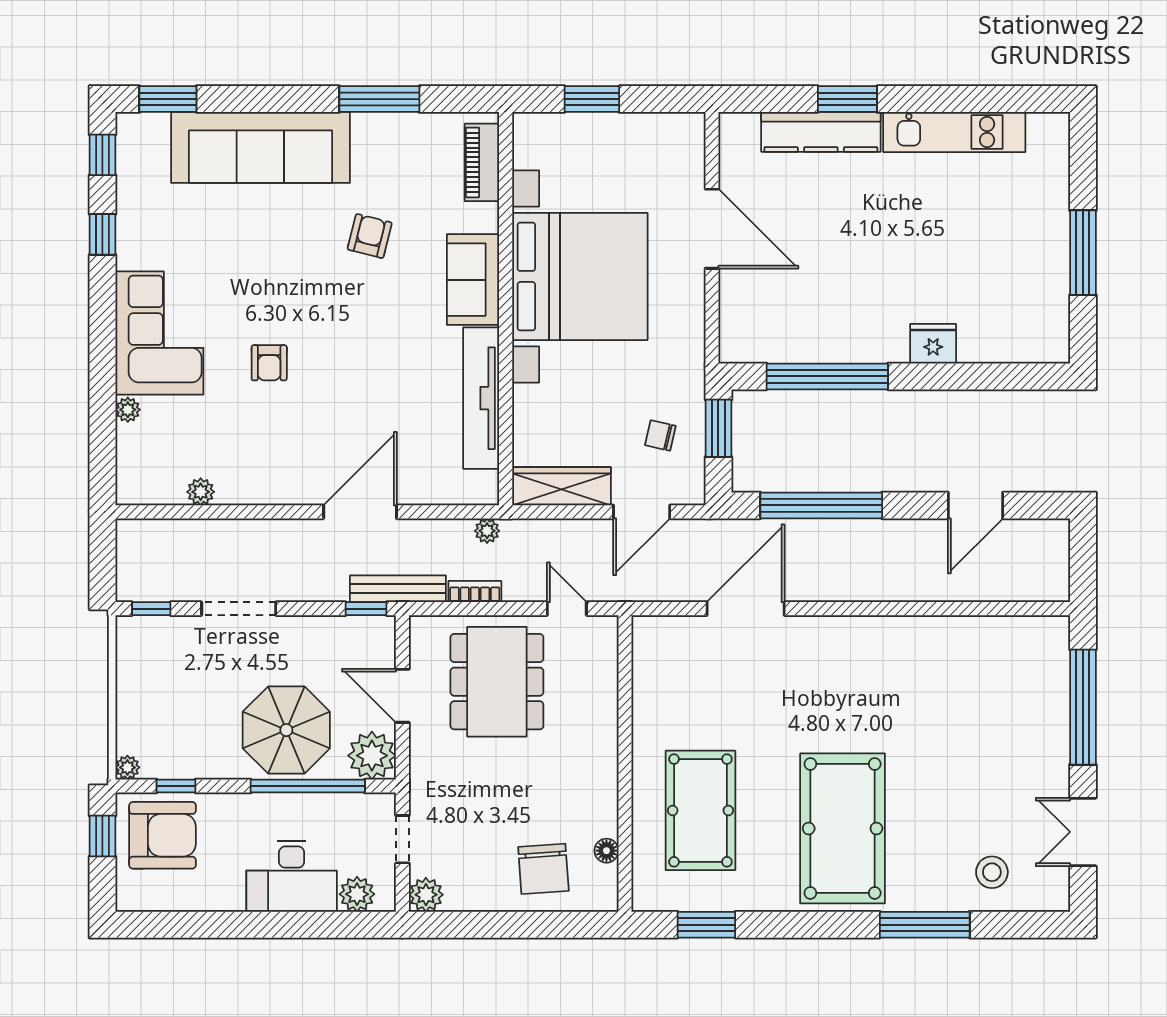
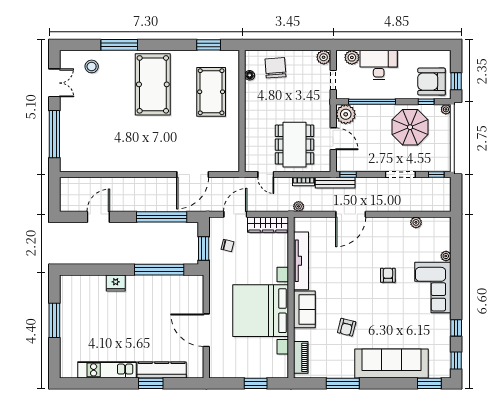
parasol: (286, 730) -> (410, 127), moved

